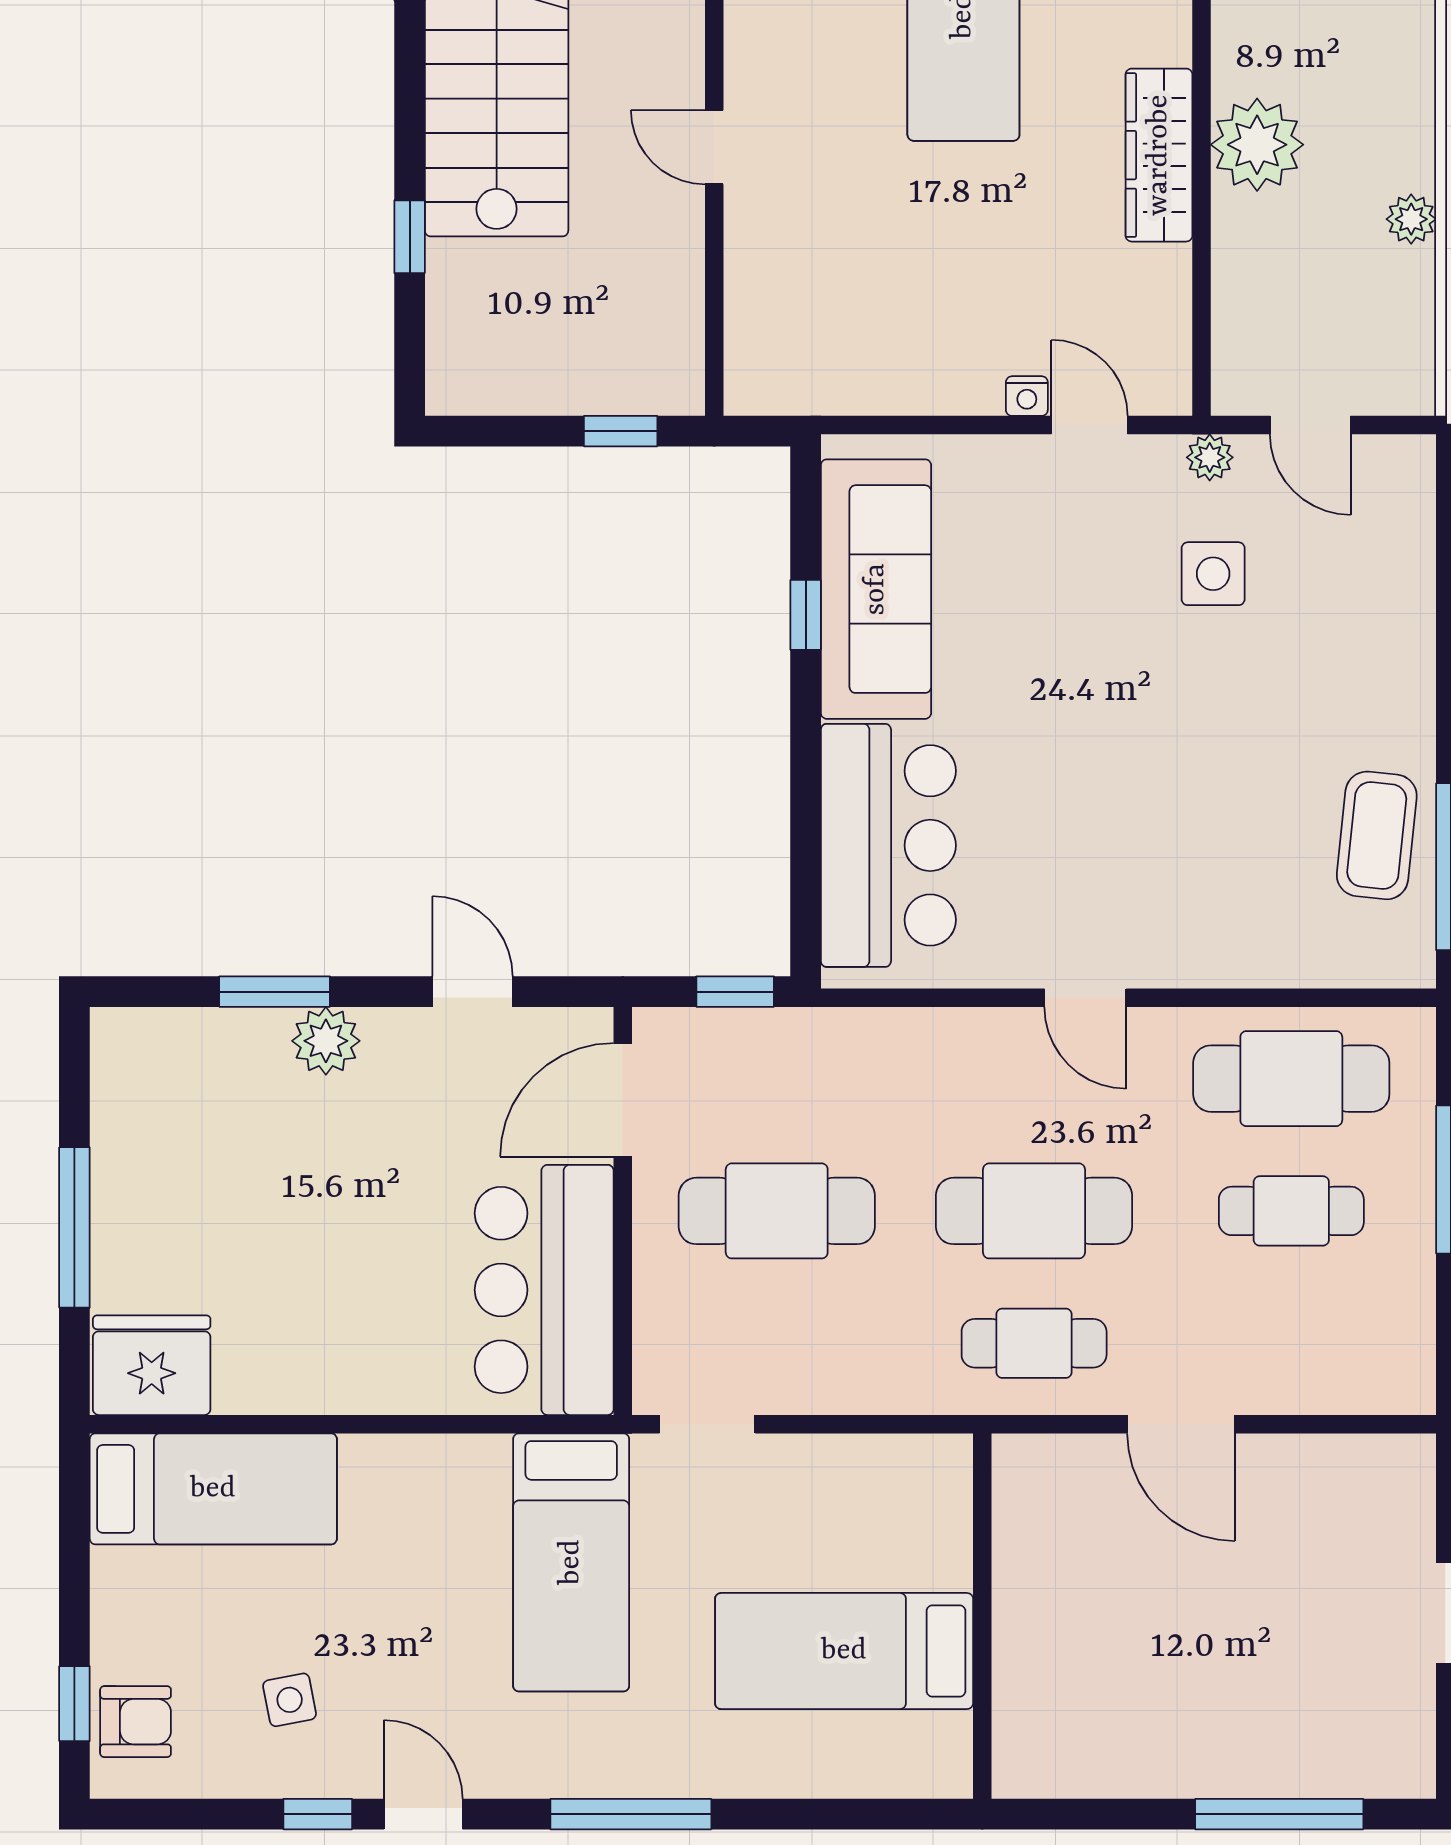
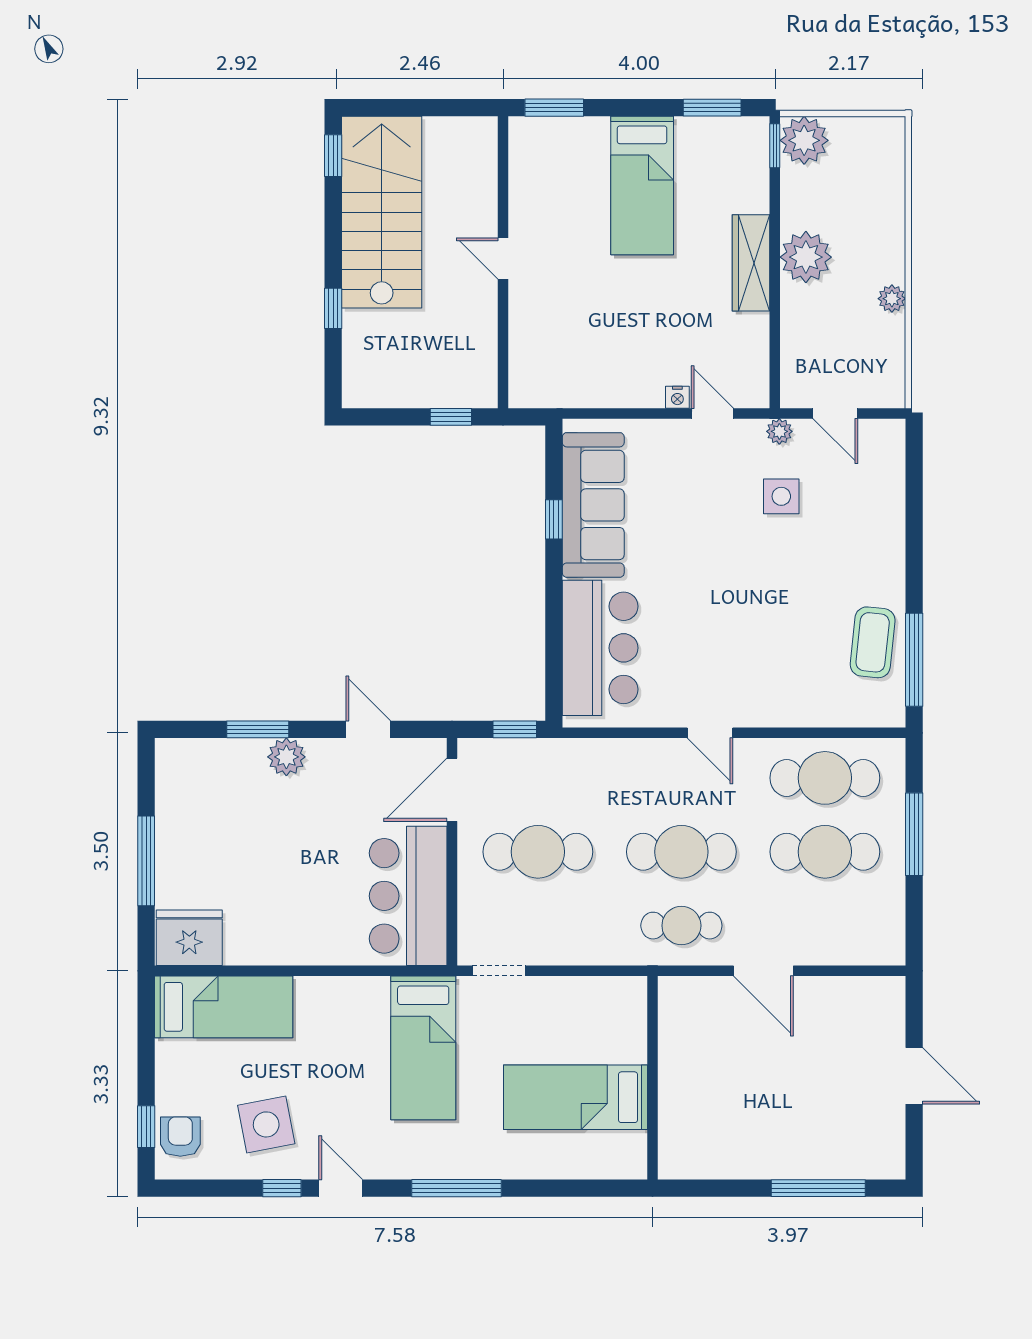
cafe table: (1291, 1211) -> (825, 852), width x1.37, depth x1.35
side table: (290, 1700) -> (266, 1124), width x1.87, depth x1.87
armchair: (136, 1722) -> (180, 1137), turned -90

